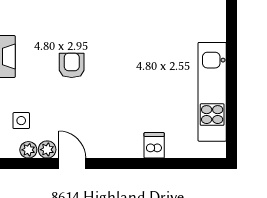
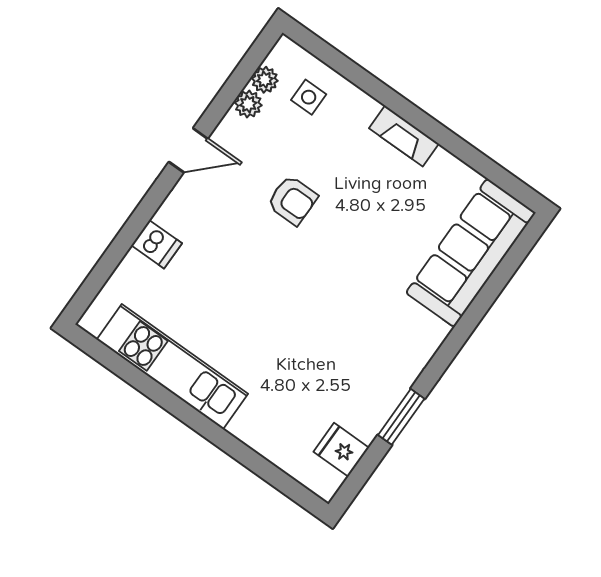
armchair: (72, 65) -> (292, 200), moved
door: (72, 164) -> (188, 150), moved

